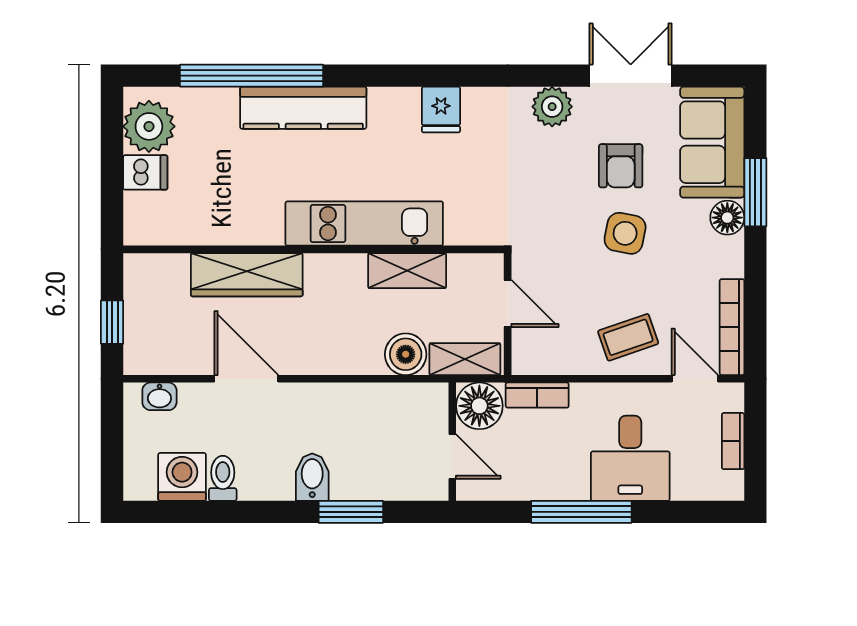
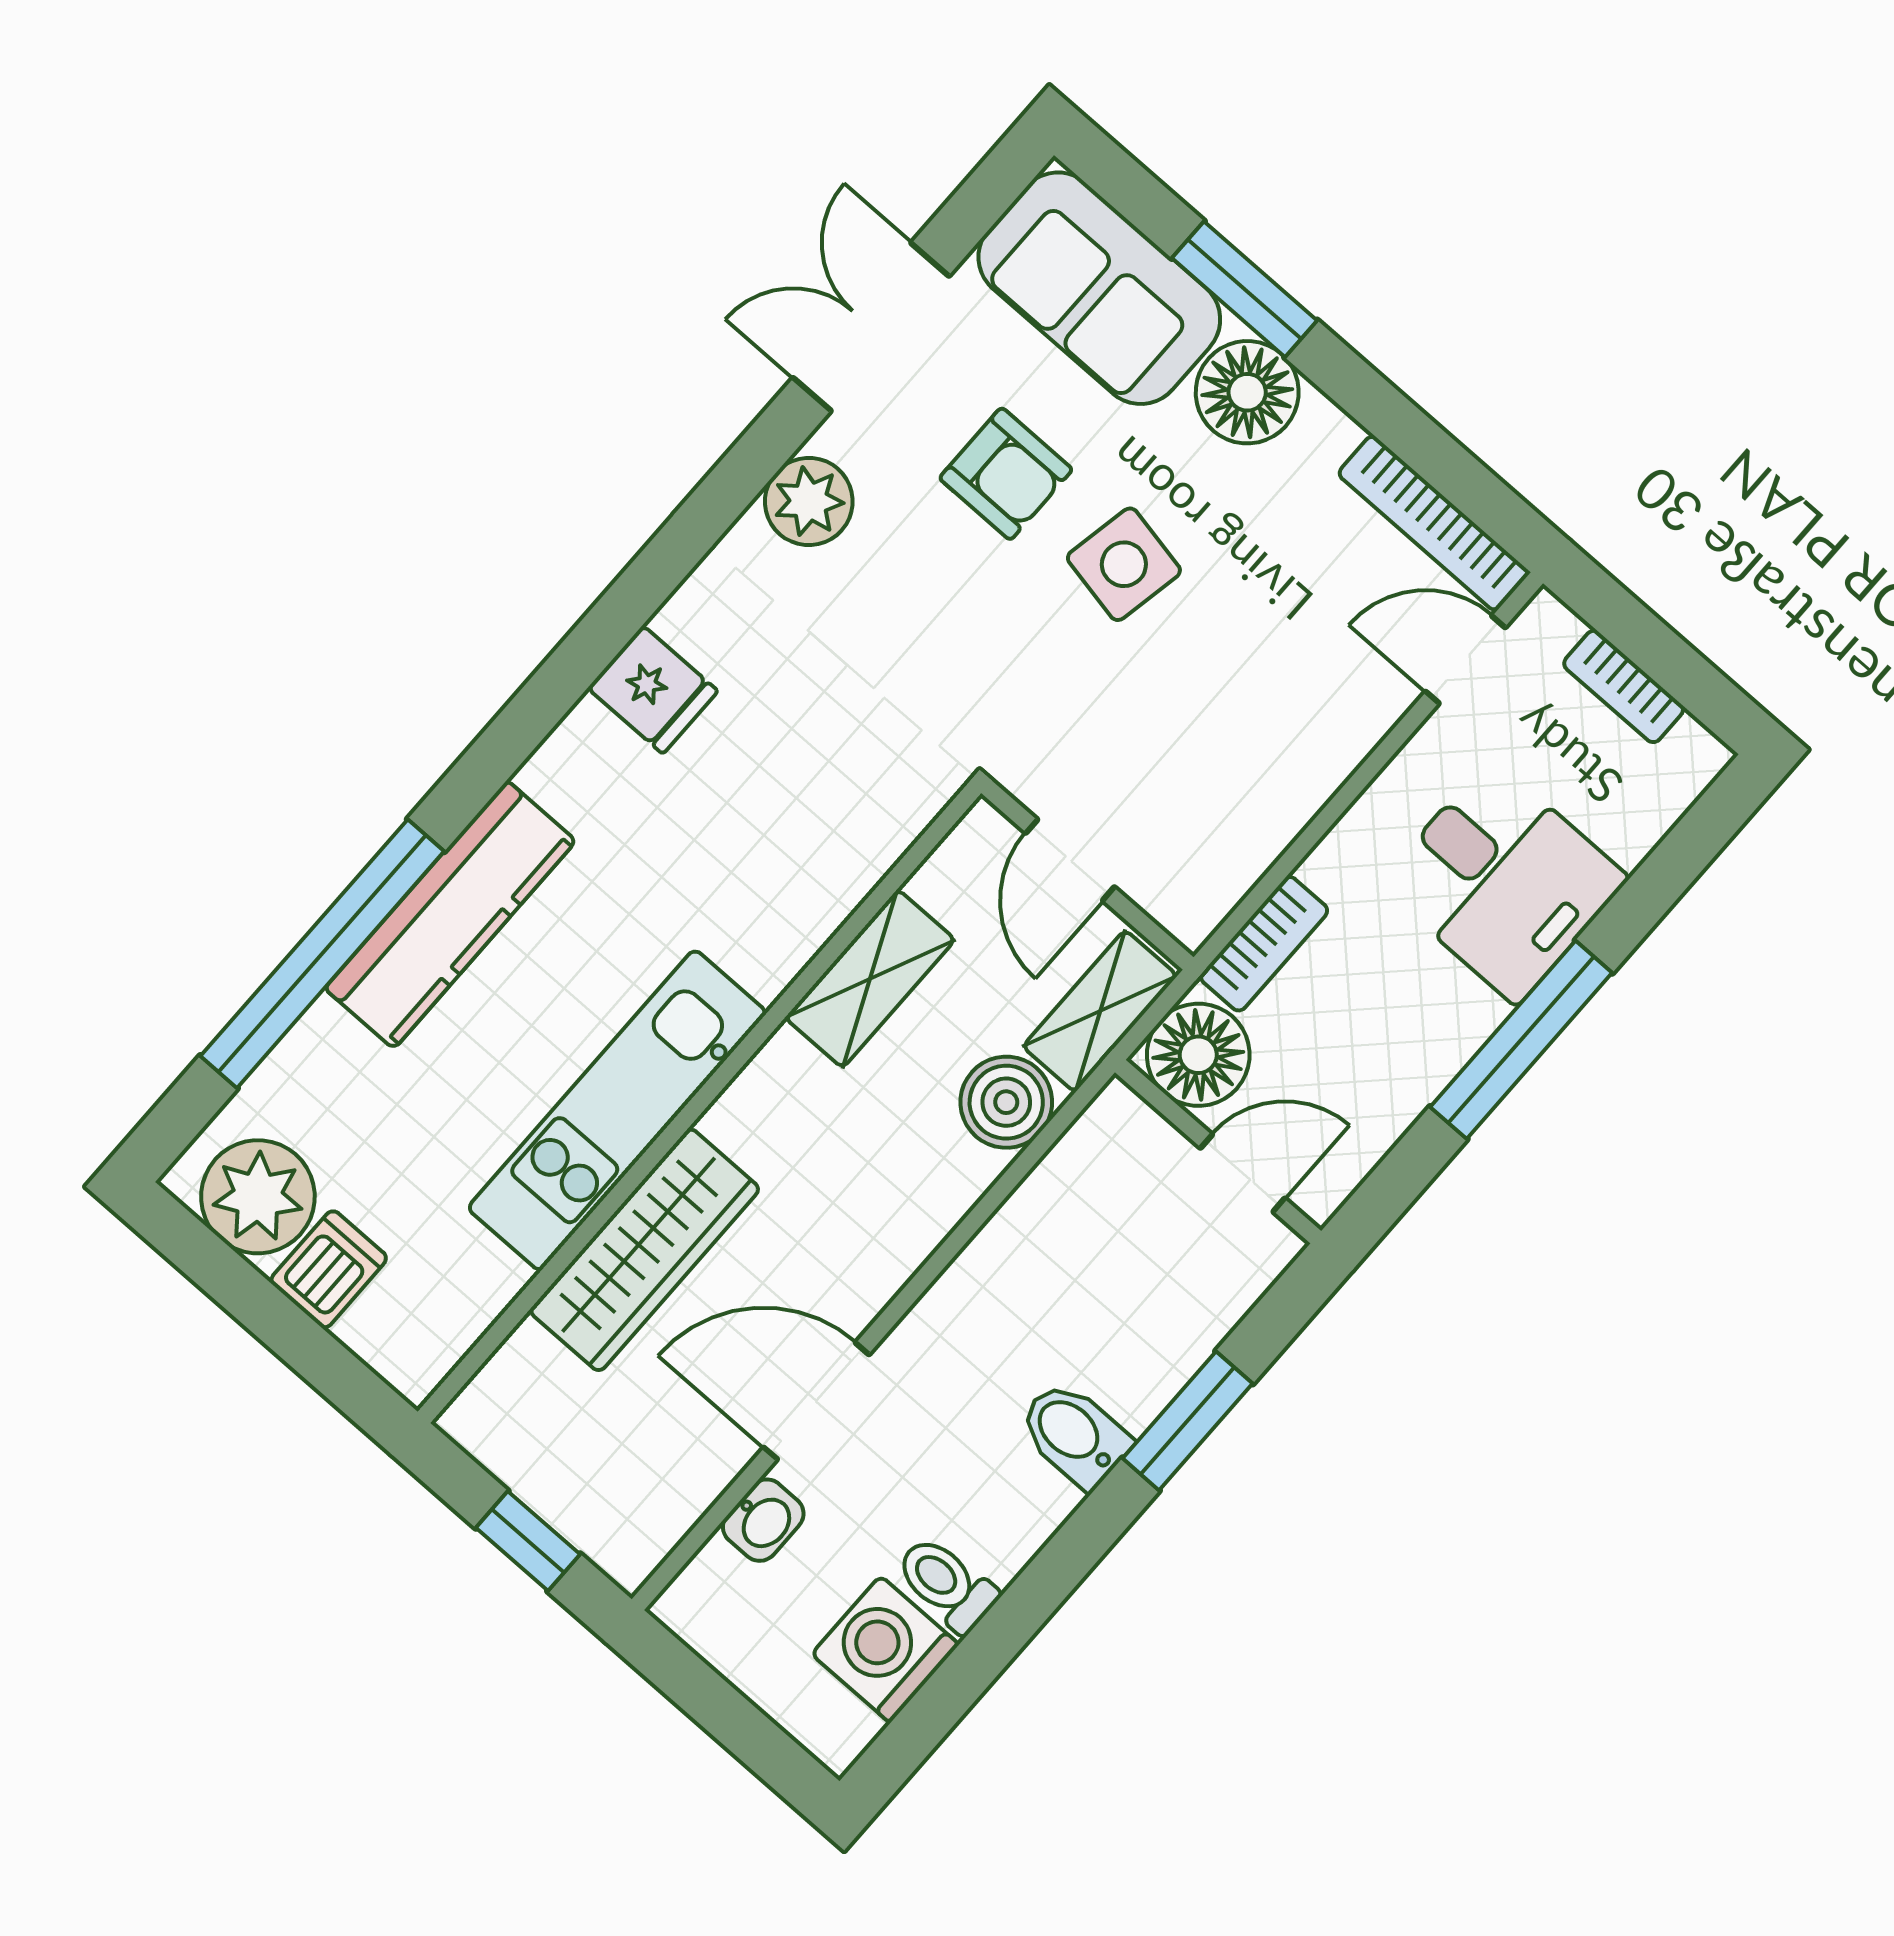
floor lamp: (727, 218) -> (1247, 392), width x1.38, depth x1.38
kitchen unit: (364, 224) -> (617, 1110), moved
door: (508, 304) -> (1070, 860), swing flipped
coffee table: (628, 337) -> (1300, 710), removed
washbasin: (159, 396) -> (763, 1520), moved

